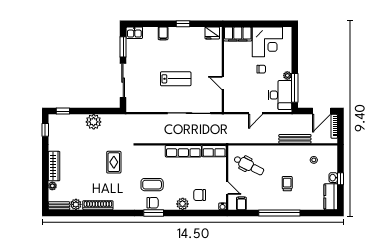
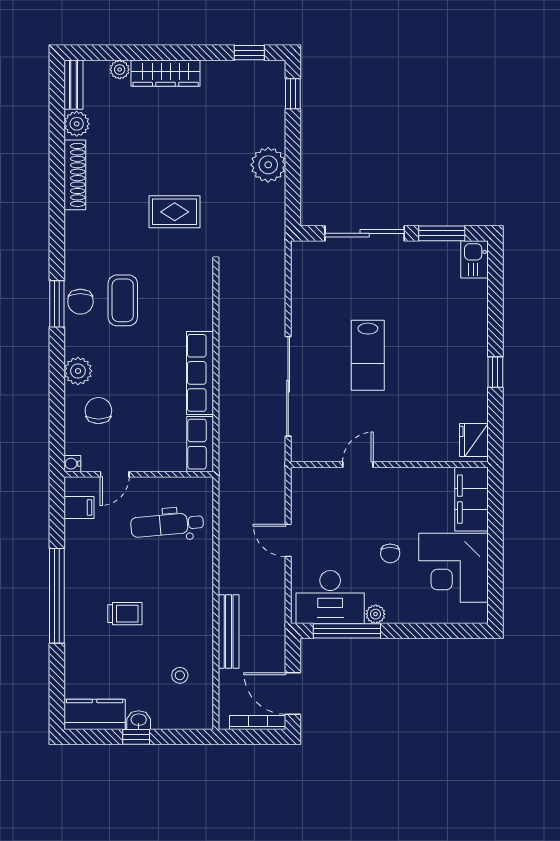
filing cabinet: (163, 33) -> (473, 326), removed
dental chair: (249, 165) -> (167, 525), turned 58

